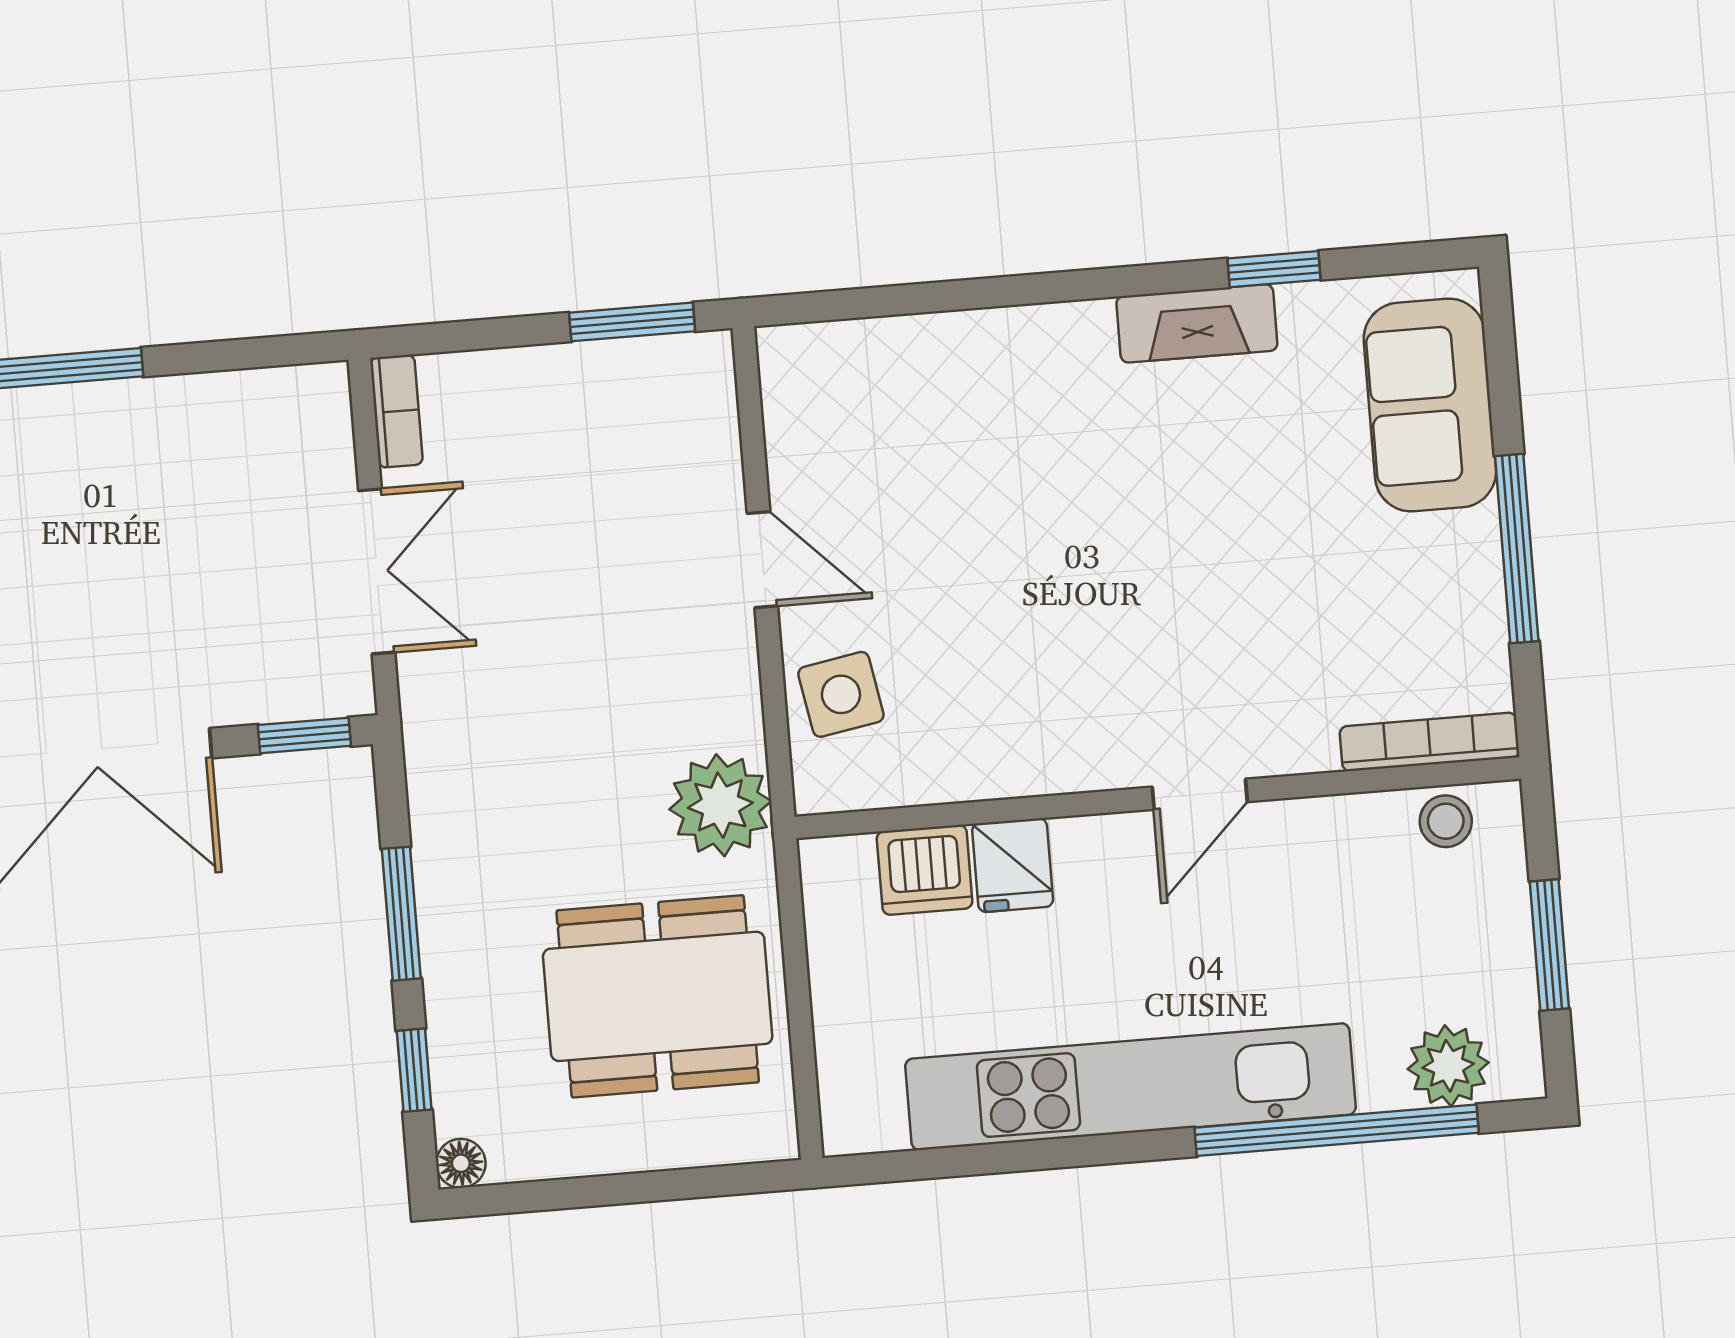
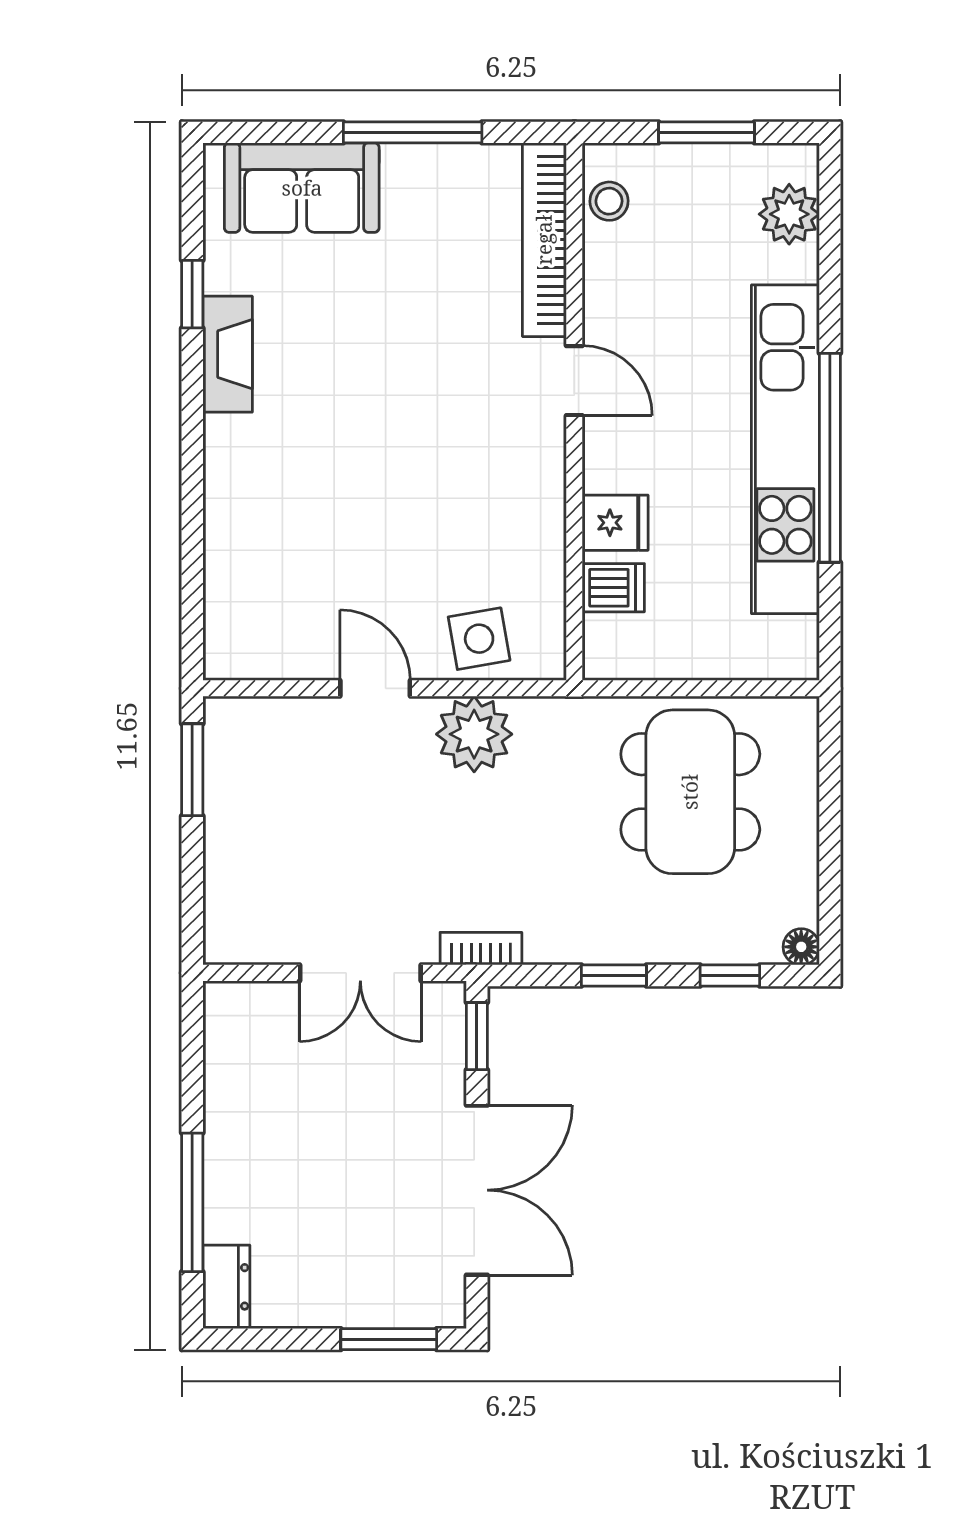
bookcase: (397, 411) -> (481, 949), moved
door: (762, 560) -> (375, 688), hinge flipped
double door: (377, 571) -> (360, 973), swing flipped
bookcase: (1429, 742) -> (544, 240), width x1.48, depth x1.31
plant: (720, 805) -> (474, 734), moved
dishwasher: (925, 870) -> (613, 588), width x0.73
window: (401, 914) -> (614, 976), width x0.67
window: (1337, 1130) -> (830, 458), moved

